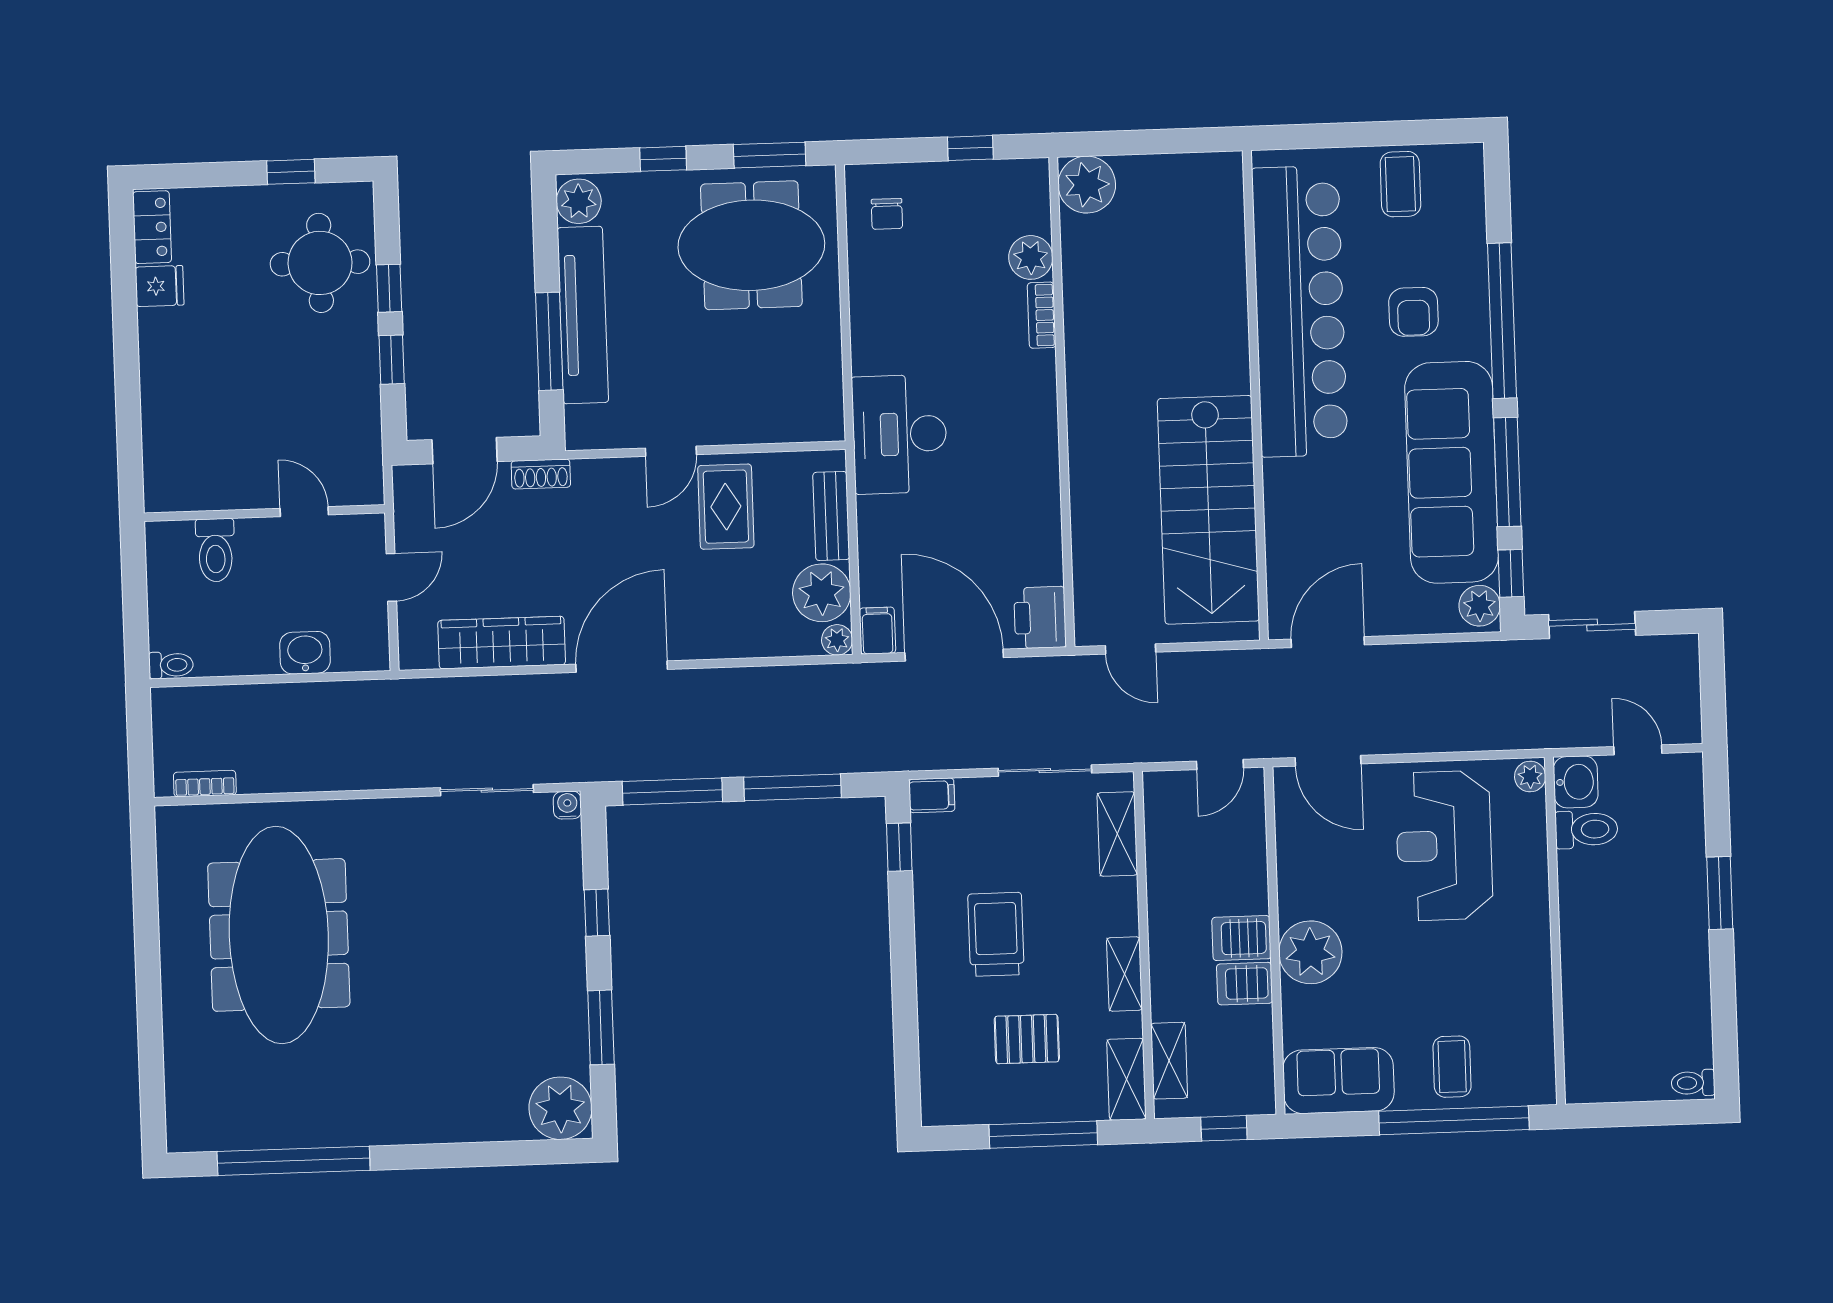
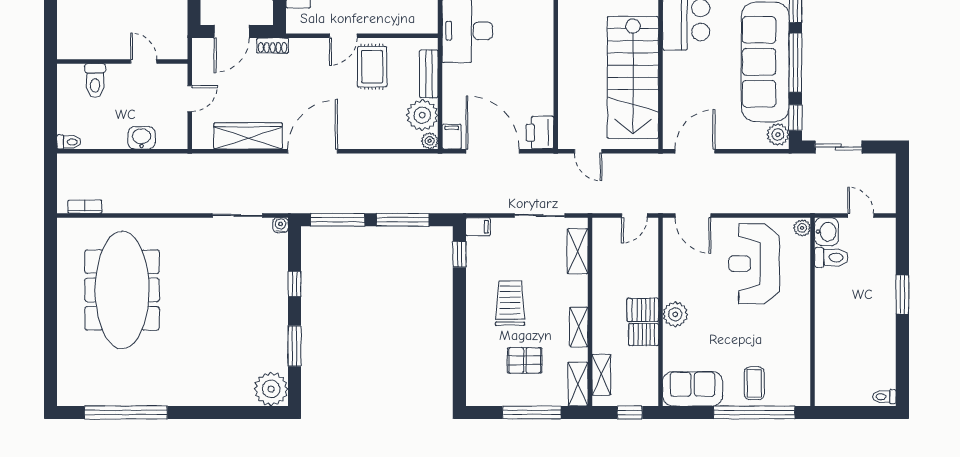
plant: (1310, 952) -> (675, 314), width x0.73, depth x0.73

